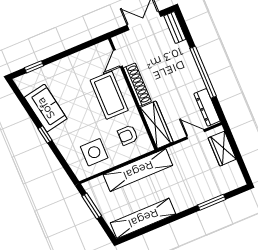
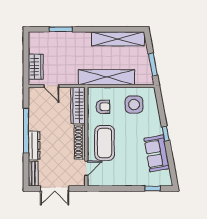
dresser: (207, 107) -> (34, 145), moved

